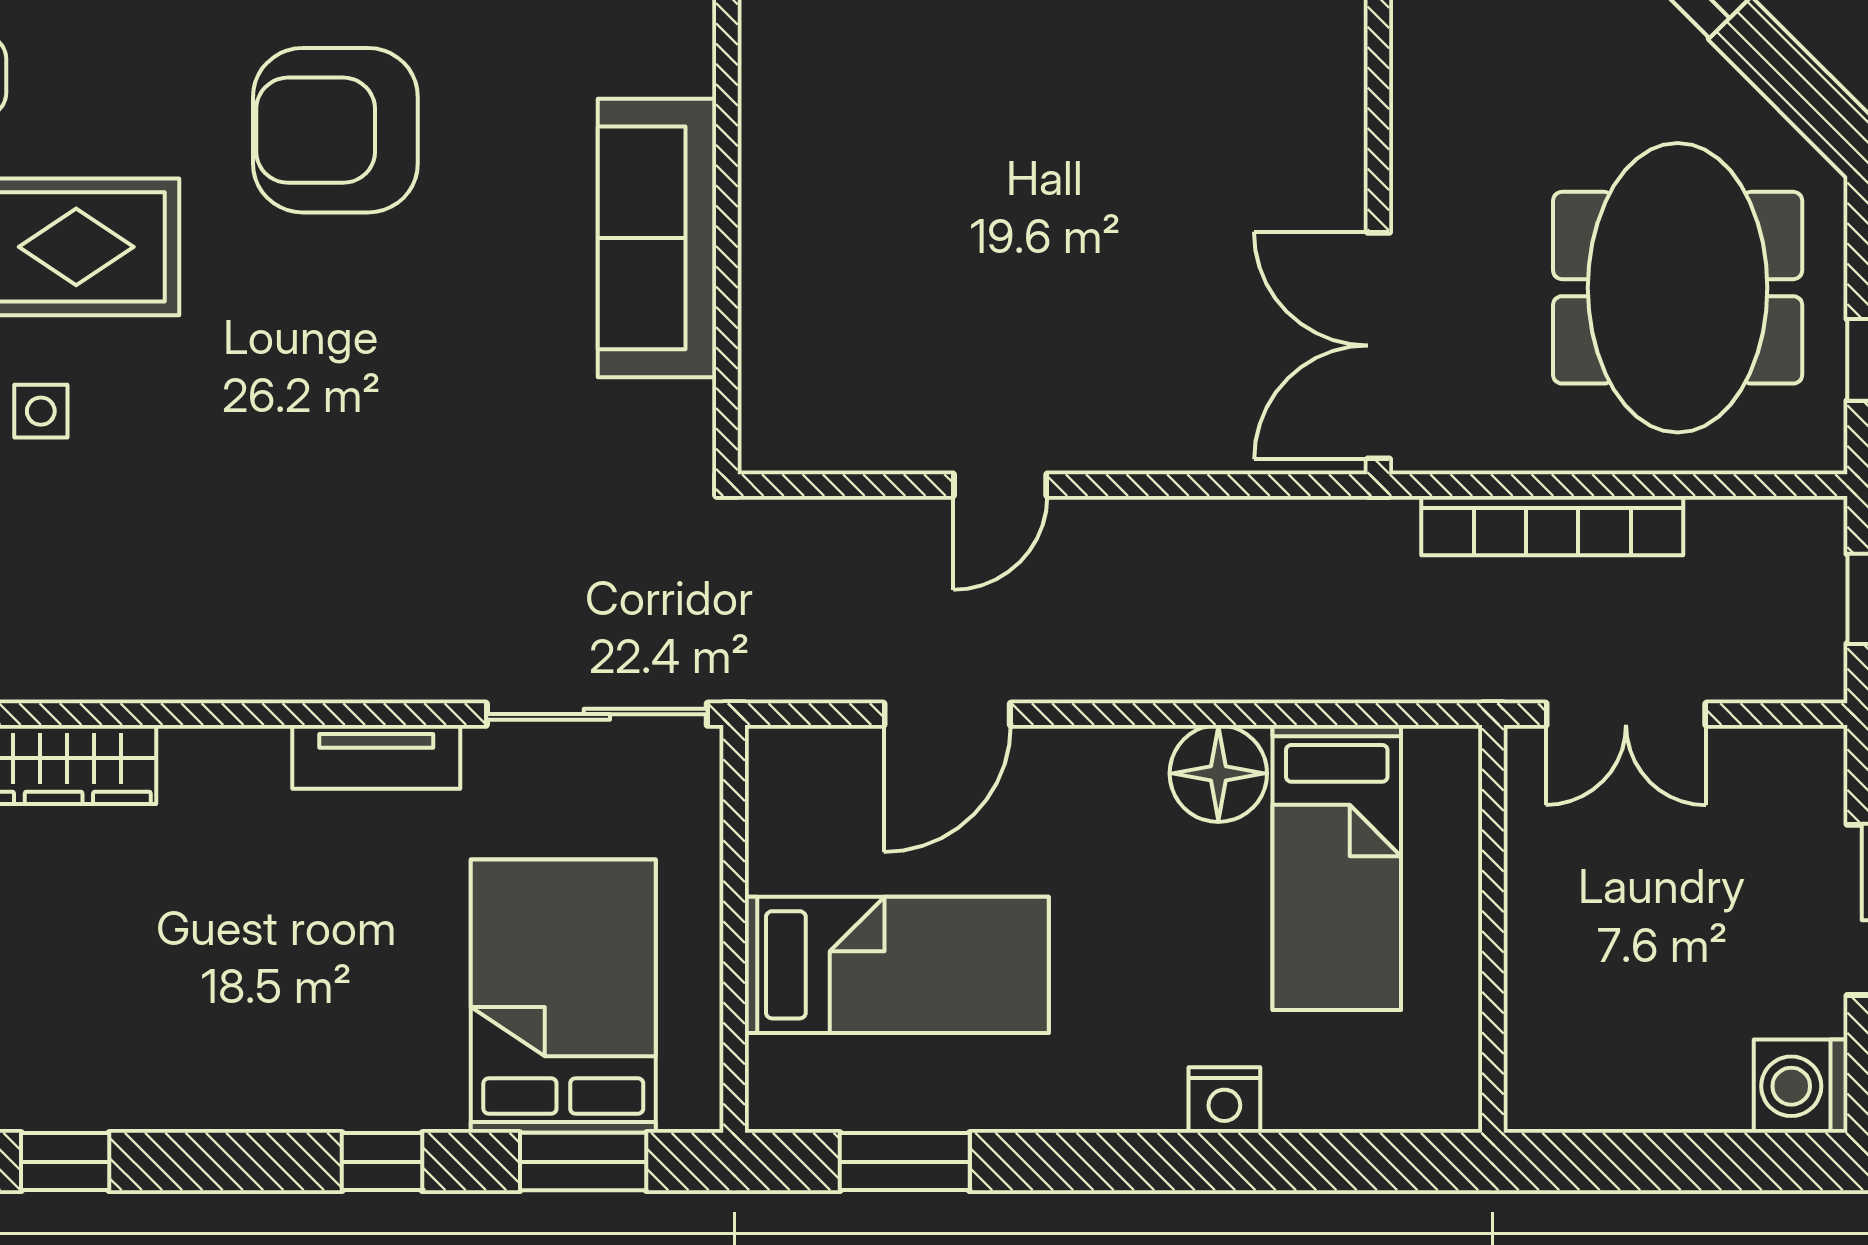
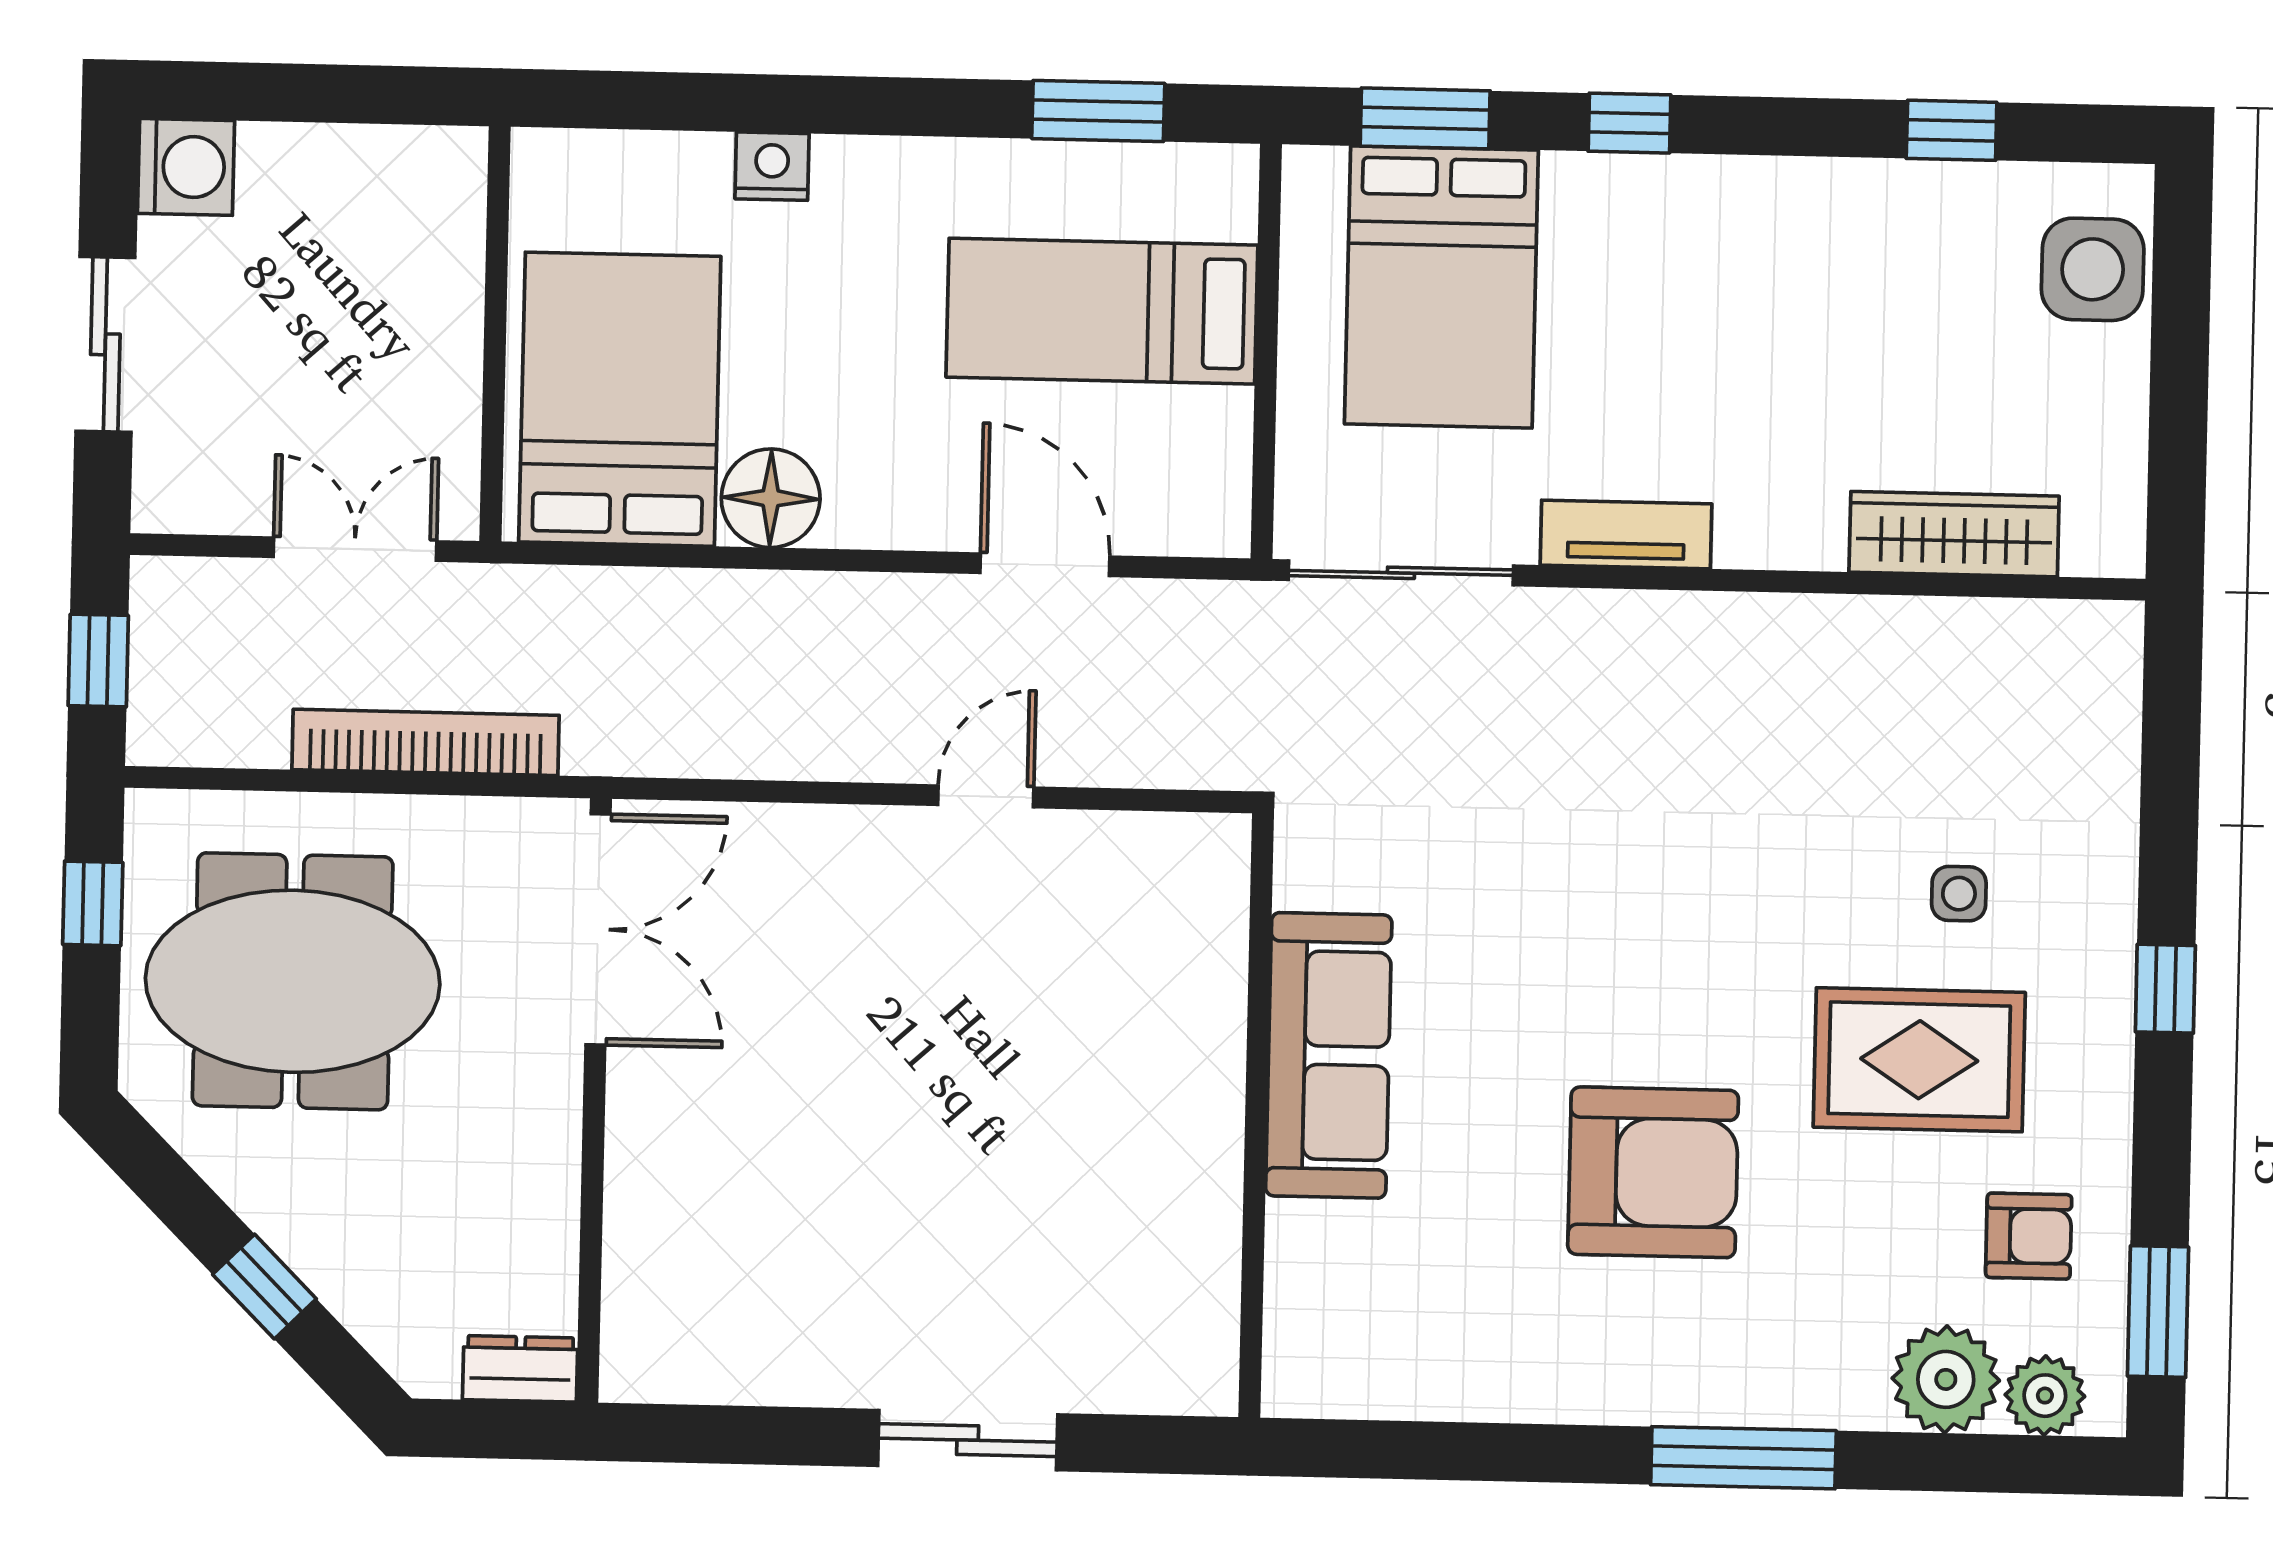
meeting table: (1678, 288) -> (293, 981), turned 90
door: (947, 714) -> (1045, 565), hinge flipped
bed: (1337, 867) -> (620, 399), width x1.50

